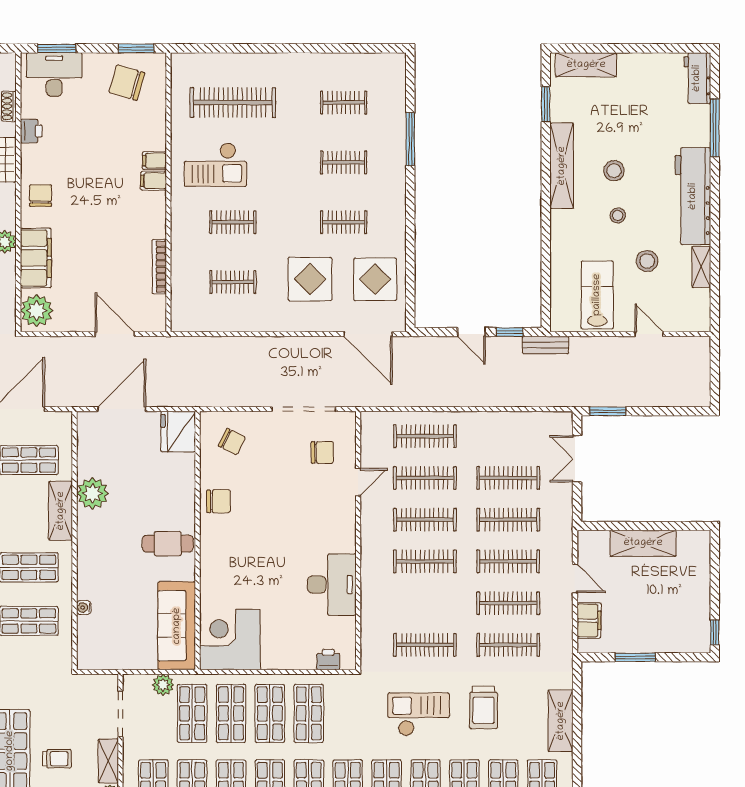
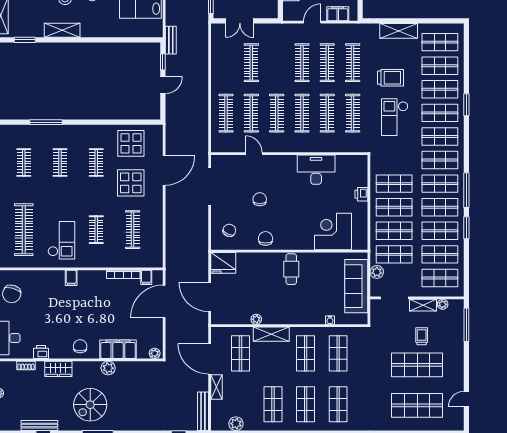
filing cabinet: (154, 161) -> (146, 277), moved
shelving: (562, 166) -> (62, 30), width x0.68
chair: (41, 196) -> (80, 346), turned 90
clothes rail: (233, 282) -> (133, 230), width x1.36
plant: (37, 311) -> (155, 353), width x0.53, depth x0.53
door: (115, 334) -> (164, 301), width x1.36
door: (368, 334) -> (164, 170), moved
chair: (322, 452) -> (260, 199), moved
plant: (93, 493) -> (256, 319), width x0.53, depth x0.53
clothes rail: (508, 520) -> (327, 113), moved
sofa: (177, 626) -> (356, 286), moved, turned 90
corner desk: (230, 640) -> (333, 231), moved, turned 90
printer: (328, 659) -> (361, 194), moved

